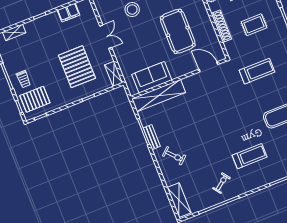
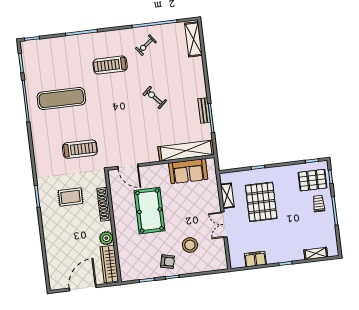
treadmill: (257, 71) -> (80, 149), turned 180
shelving: (114, 74) -> (227, 196), moved
exercise bike: (174, 156) -> (155, 97), moved

